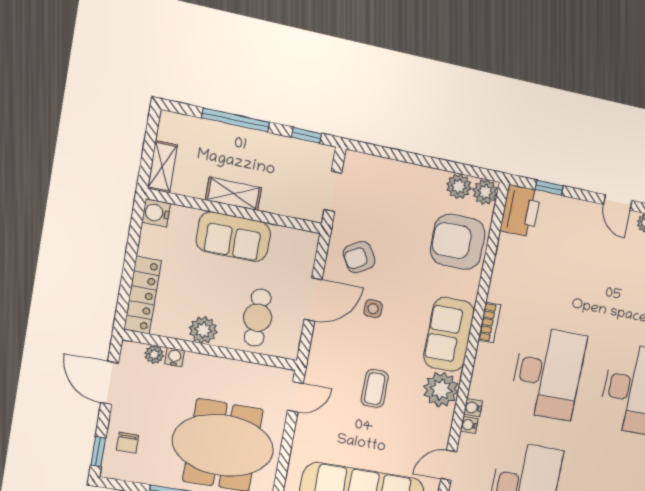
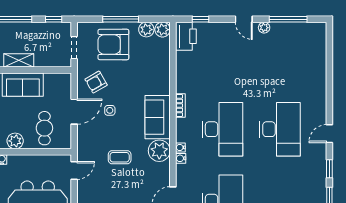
window: (420, 160) -> (121, 19), added
armchair: (458, 242) -> (113, 45), moved
coffee table: (375, 389) -> (120, 157), turned 90
water cooler: (469, 425) -> (180, 147), moved

